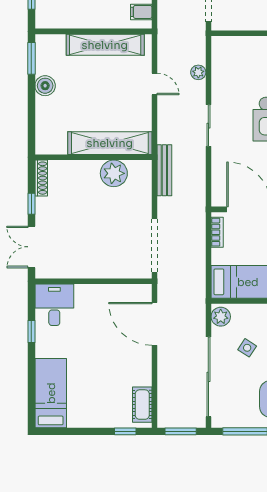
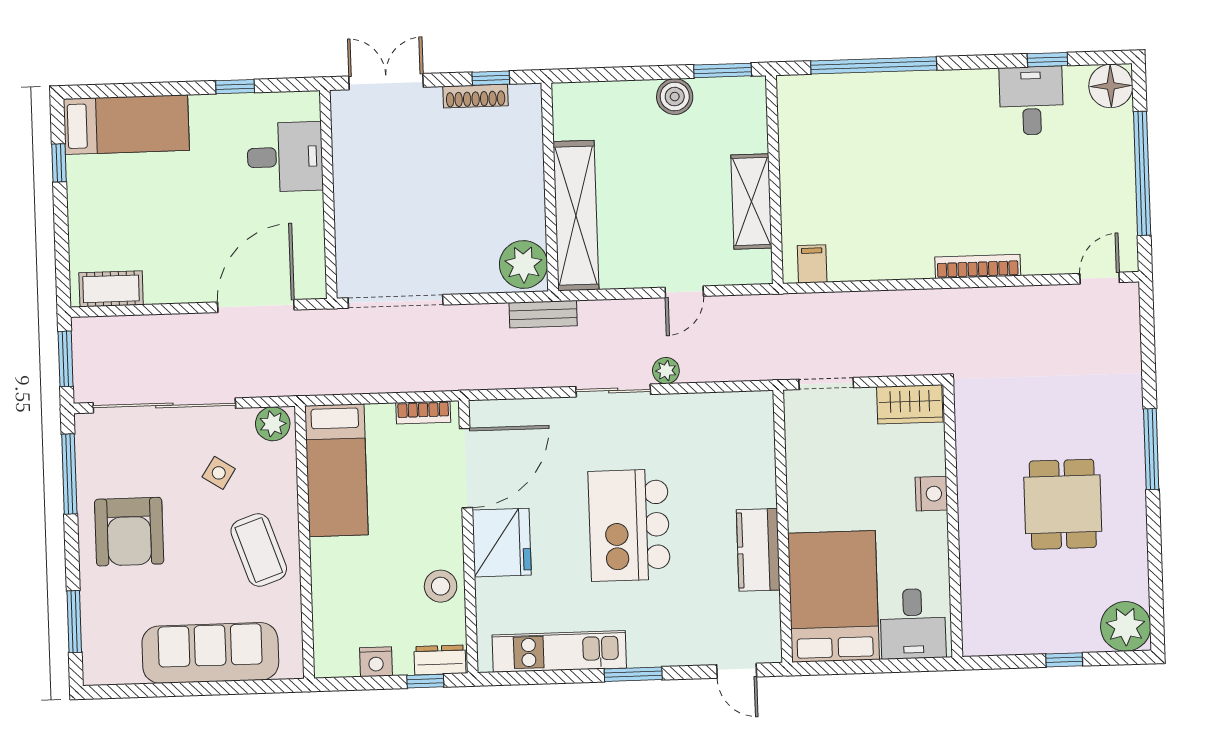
shelving: (105, 45) -> (751, 201), width x0.68
plant: (198, 72) -> (666, 371), moved
bench: (164, 170) -> (543, 314), width x0.73
plant: (114, 173) -> (524, 264), moved
shoe rack: (41, 178) -> (476, 96), moved
window: (31, 204) -> (491, 78), moved
desk: (54, 305) -> (285, 157), moved
window: (125, 431) -> (59, 163), moved

